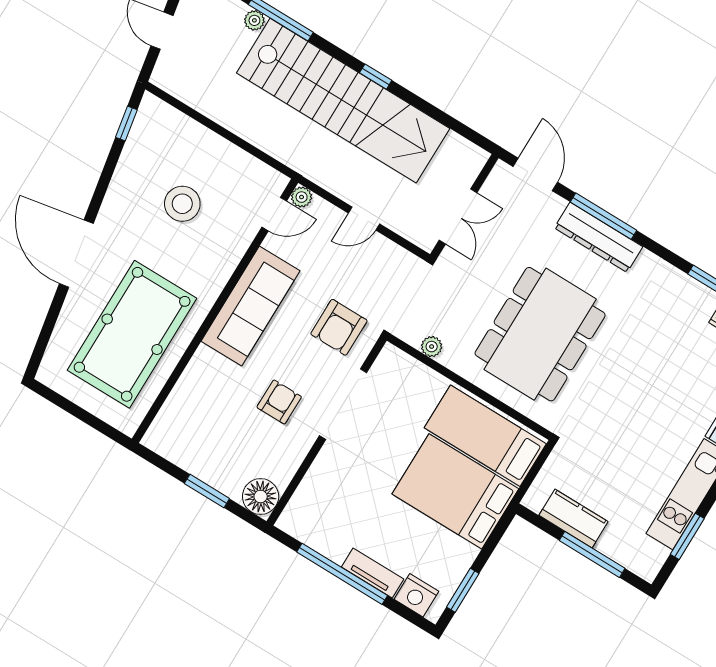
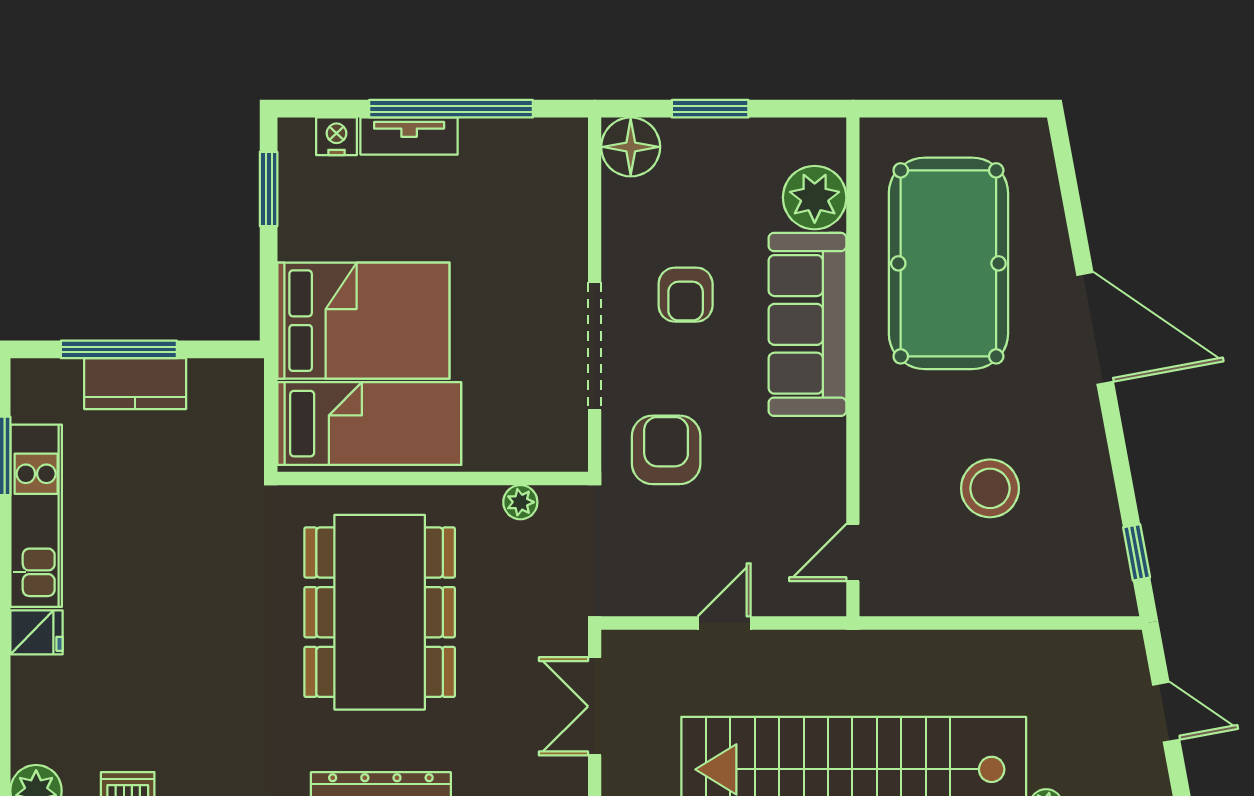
plant: (302, 197) -> (815, 198), moved, width x1.88, depth x1.88
sofa: (251, 306) -> (807, 324), moved
kitchen counter: (573, 518) -> (135, 384), moved
nightstand: (416, 595) -> (337, 136), width x0.74, depth x0.75

